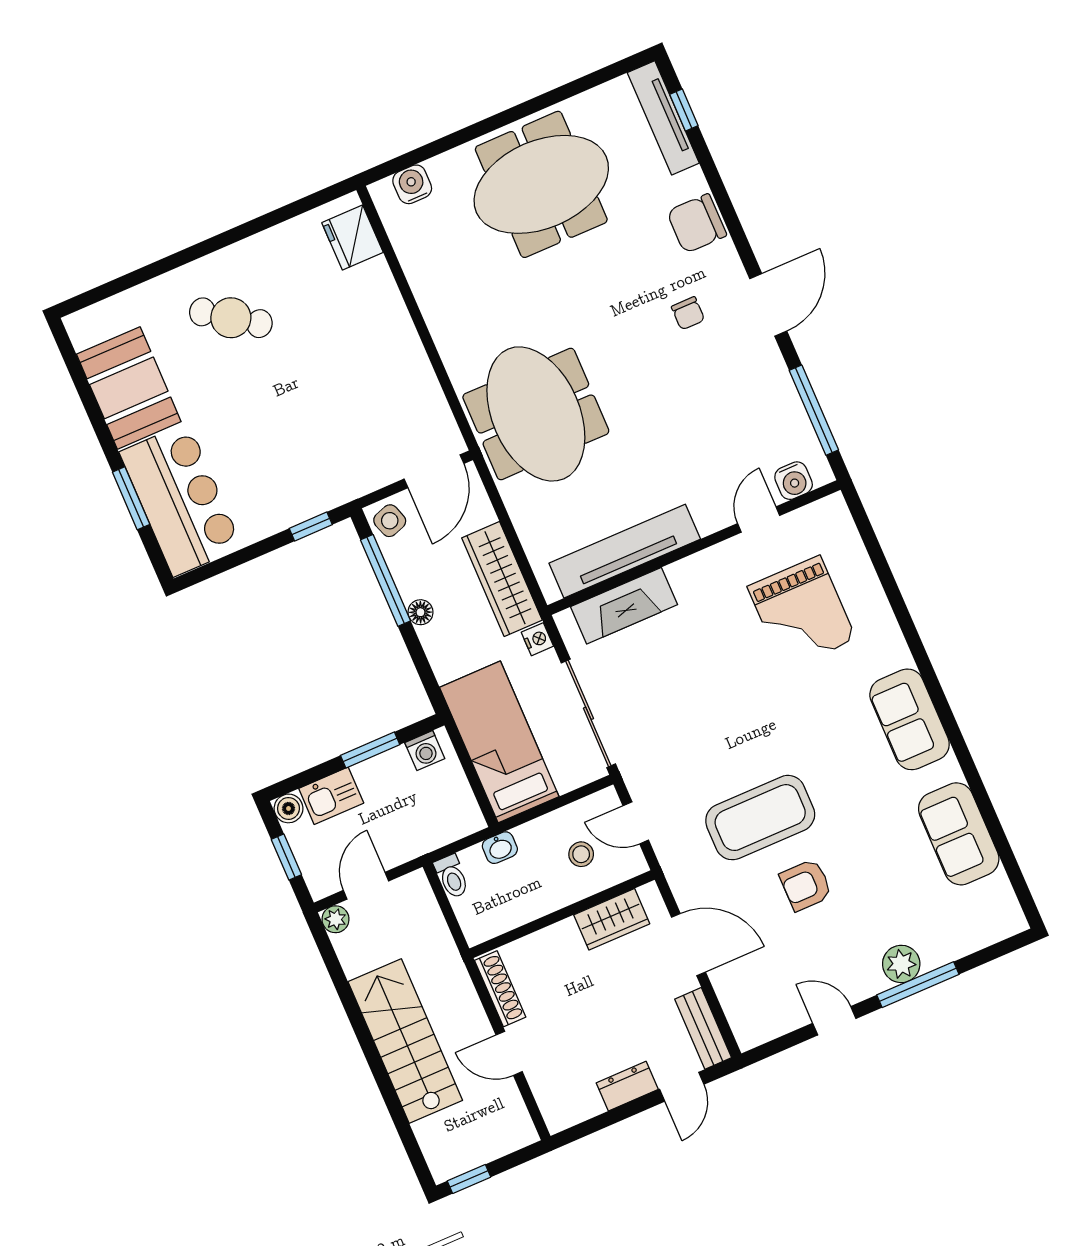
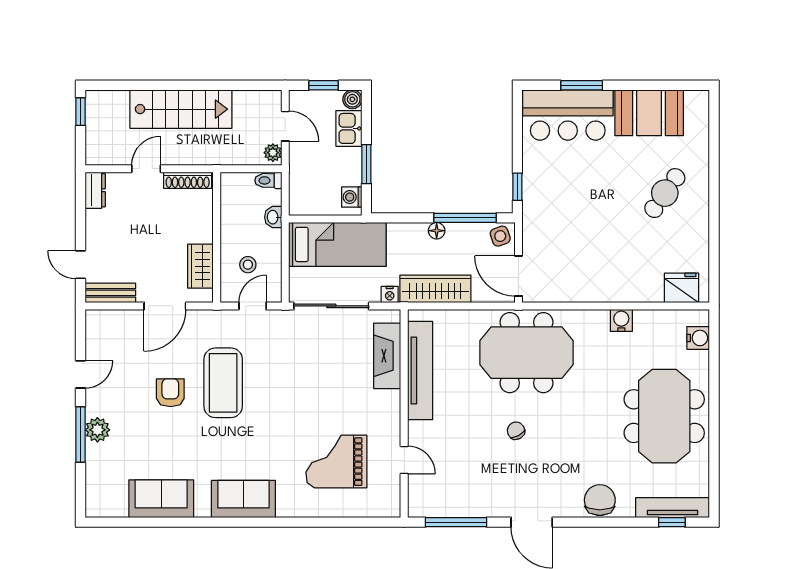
chair: (688, 313) -> (516, 431), moved, turned 62
water cooler: (794, 481) -> (621, 320), moved, turned 90
plant: (336, 919) -> (273, 153), moved
dresser: (627, 1086) -> (95, 190), moved

